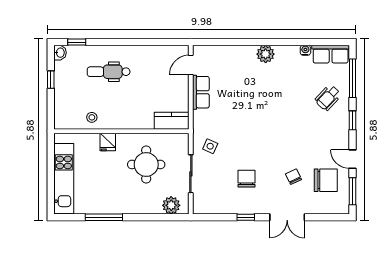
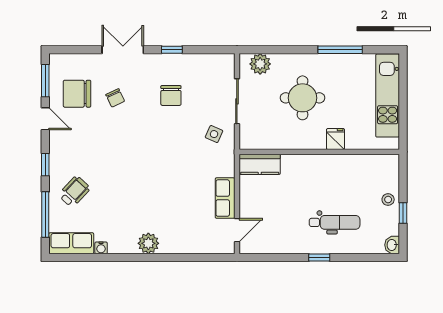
window: (77, 42) -> (319, 258), moved
stool: (92, 117) -> (388, 200), moved
round table: (146, 164) -> (303, 98), moved

